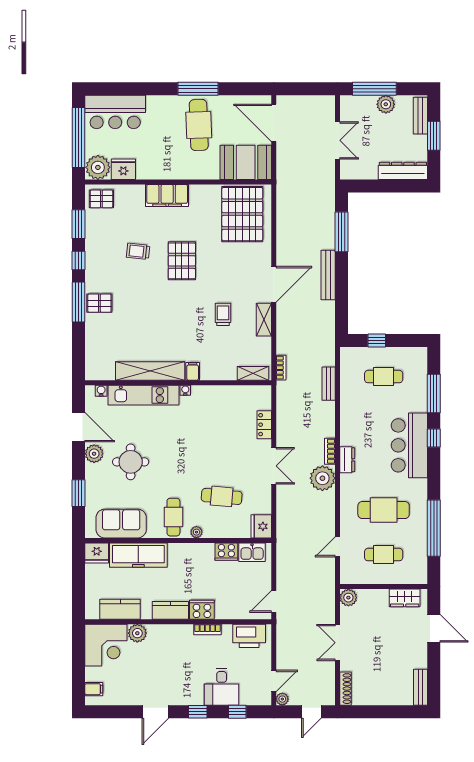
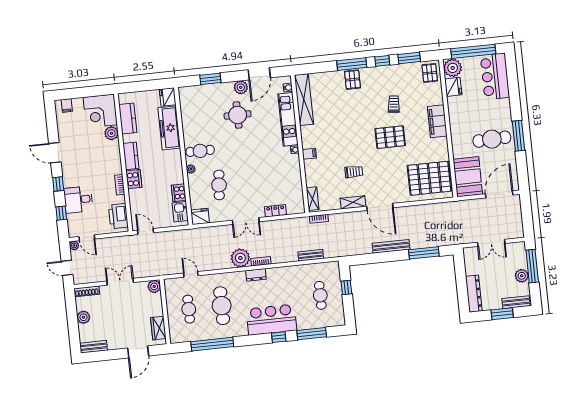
shelving: (150, 371) -> (304, 100), moved
sofa: (121, 524) -> (191, 113), removed
plant: (380, 697) -> (83, 317), added

